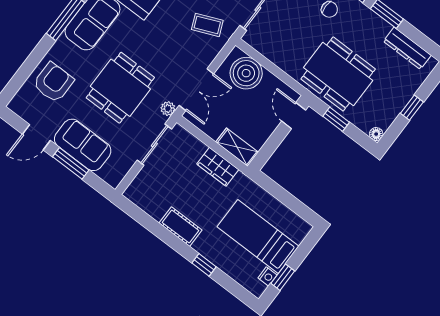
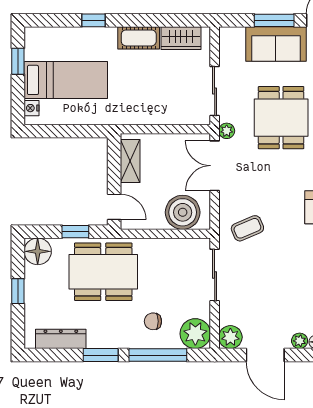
floor lamp: (376, 134) -> (38, 251), width x1.89, depth x1.89
shelving: (237, 147) -> (130, 161), moved, turned 90
wardrobe: (218, 167) -> (181, 38), moved, turned 180
nightstand: (267, 276) -> (32, 108), moved

